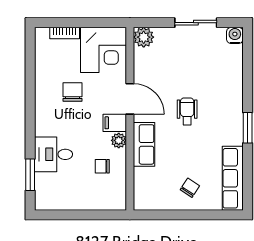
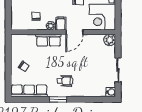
wheelchair: (187, 111) -> (65, 81), moved

